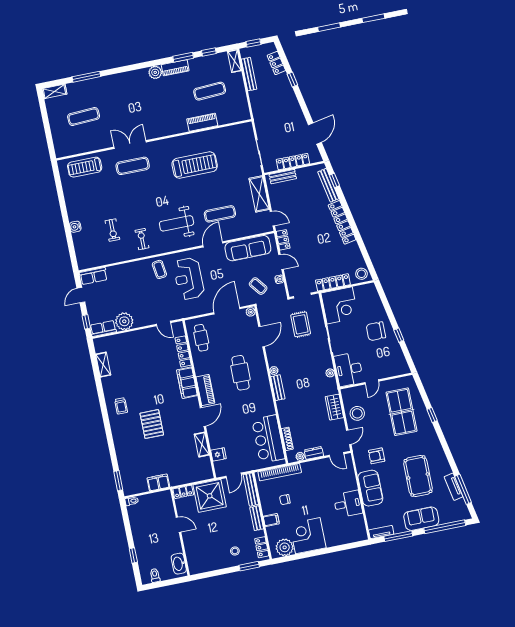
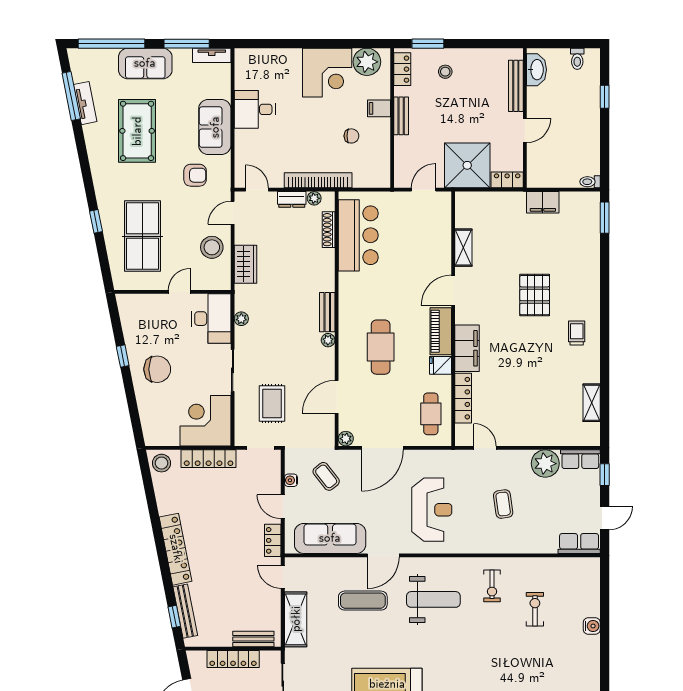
coffee table: (159, 269) -> (503, 504), moved
fridge: (218, 454) -> (440, 365), moved
bookcase: (280, 472) -> (318, 180), moved
bench: (251, 490) -> (516, 86), moved
door: (178, 525) -> (525, 130), swing flipped

